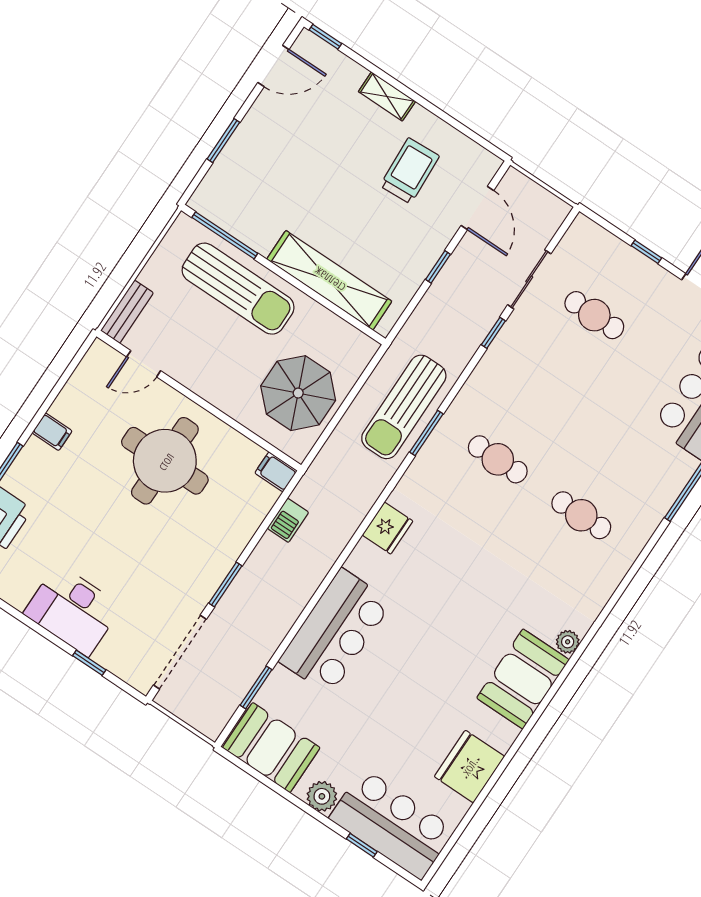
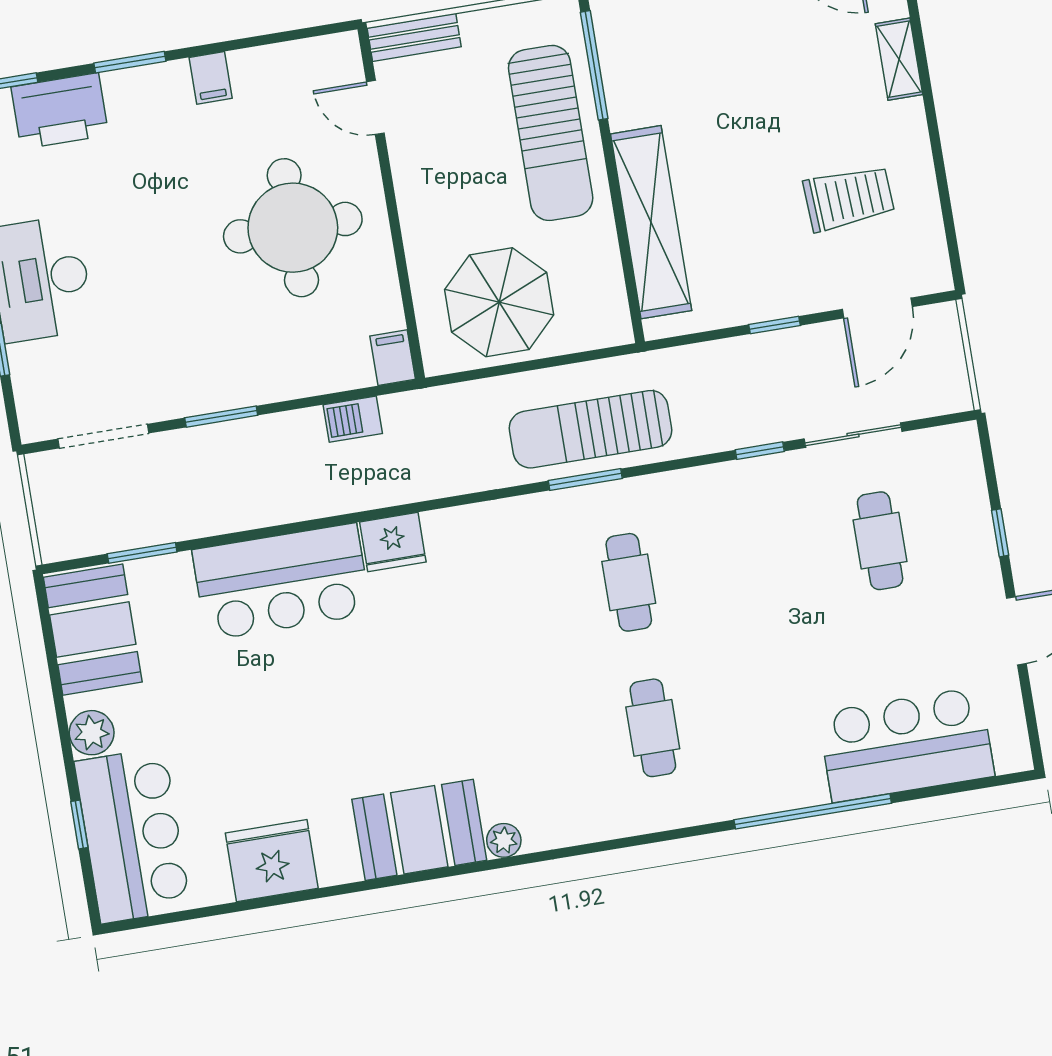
shelving: (387, 96) -> (899, 59), moved
fridge: (388, 528) -> (393, 542), moved
doorway: (180, 652) -> (103, 436), width x0.73

